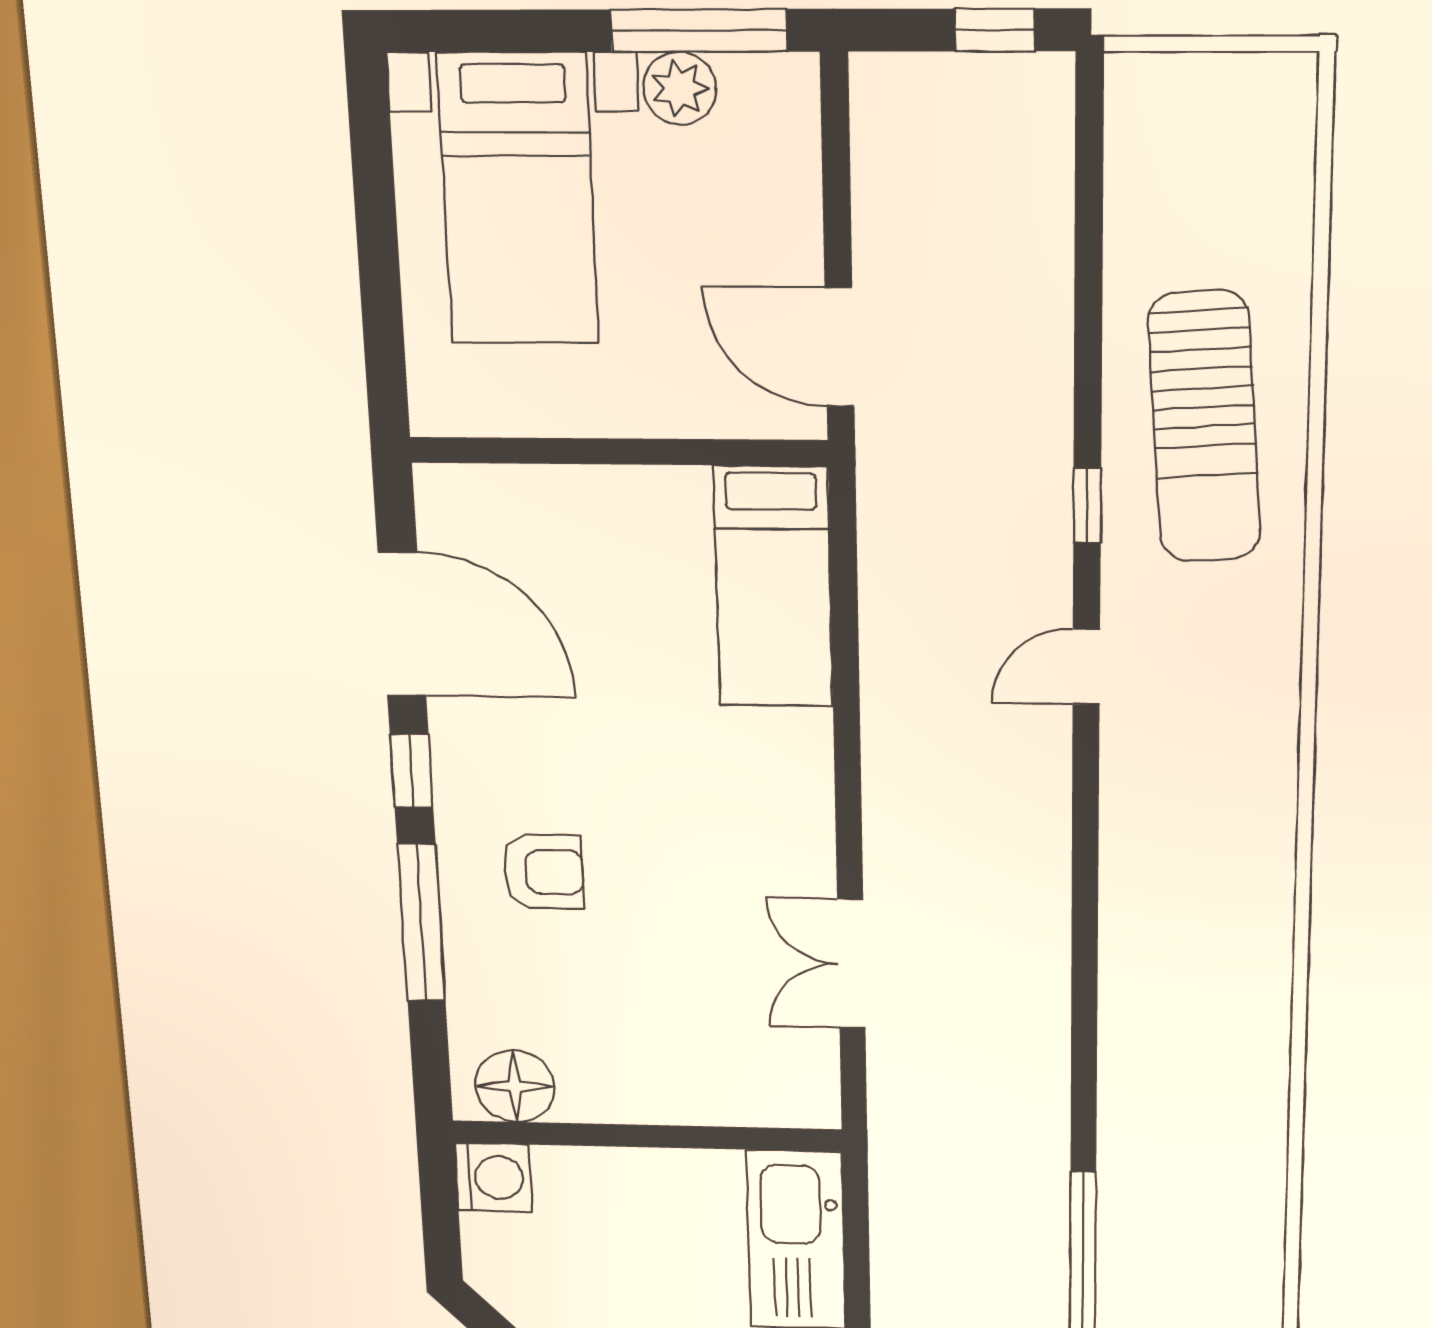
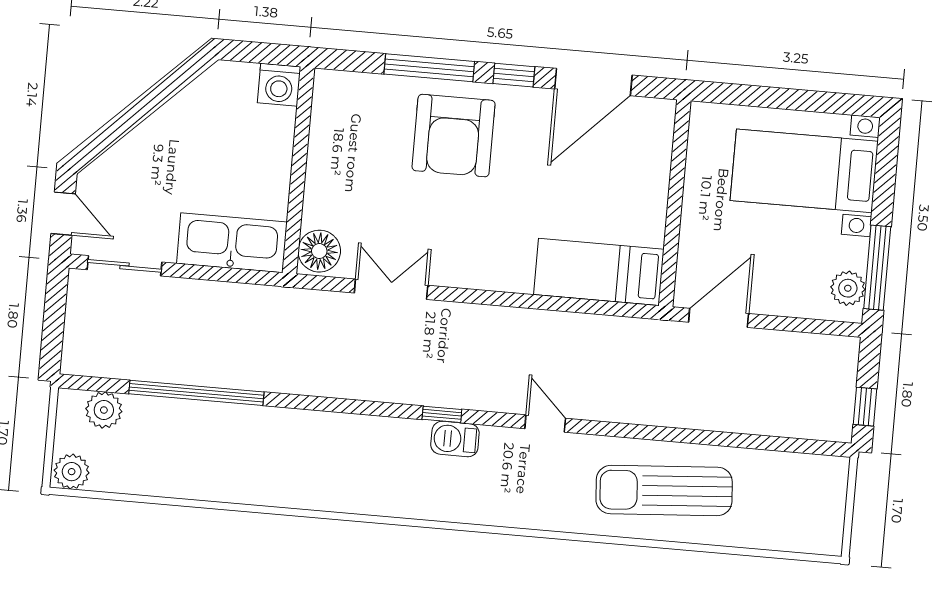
plant: (680, 88) -> (848, 288), moved
window: (1087, 505) -> (442, 414), moved
barbecue: (1132, 831) -> (455, 439), added
armchair: (543, 872) -> (454, 136), width x1.88, depth x1.88
floor lamp: (515, 1086) -> (319, 251), moved

